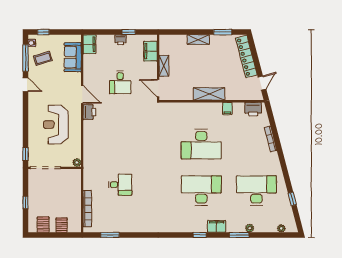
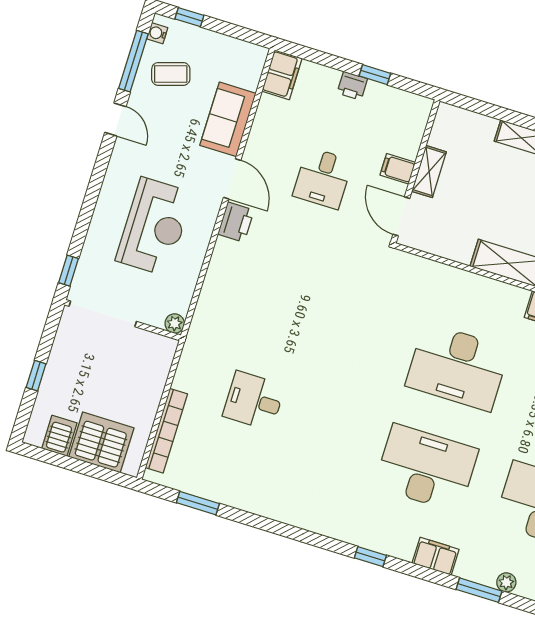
filing cabinet: (150, 51) -> (398, 169), moved, width x0.50
sofa: (73, 57) -> (228, 119), moved
reception desk: (56, 125) -> (154, 227), turned 180
desk: (120, 185) -> (254, 401), turned 180
server rack: (62, 225) -> (101, 442), width x2.18, depth x1.44
window: (200, 235) -> (370, 557), moved

